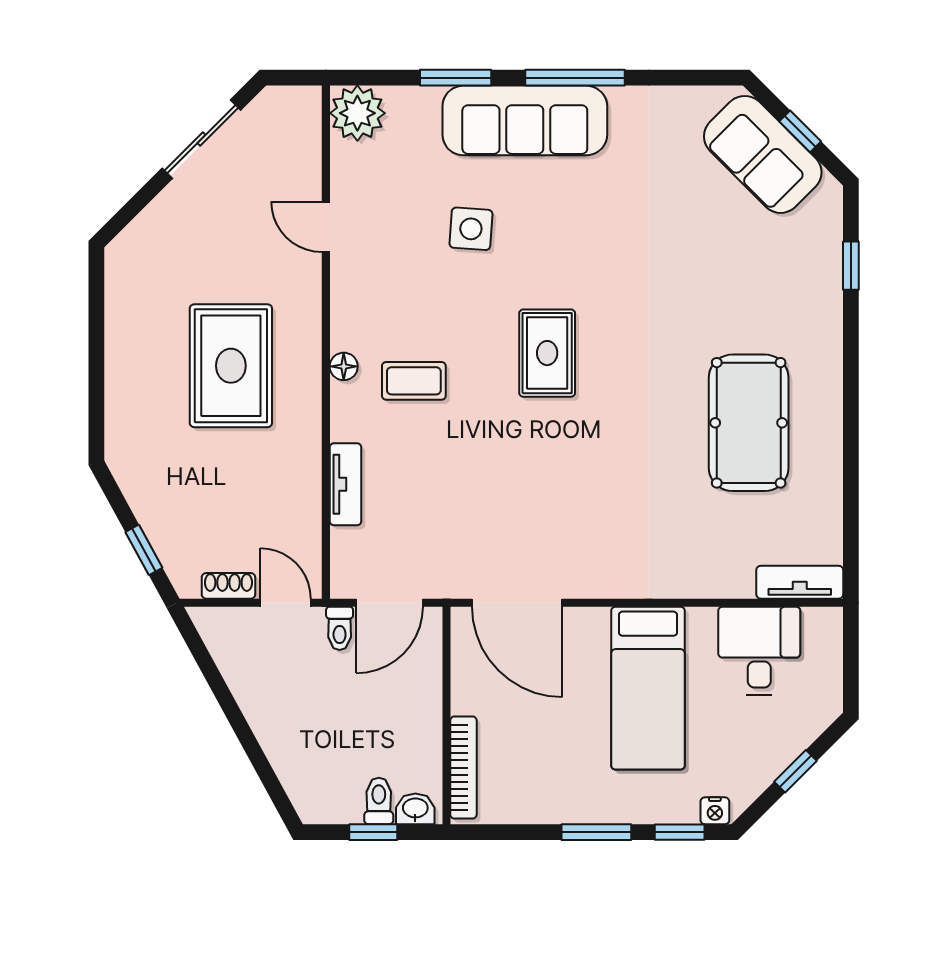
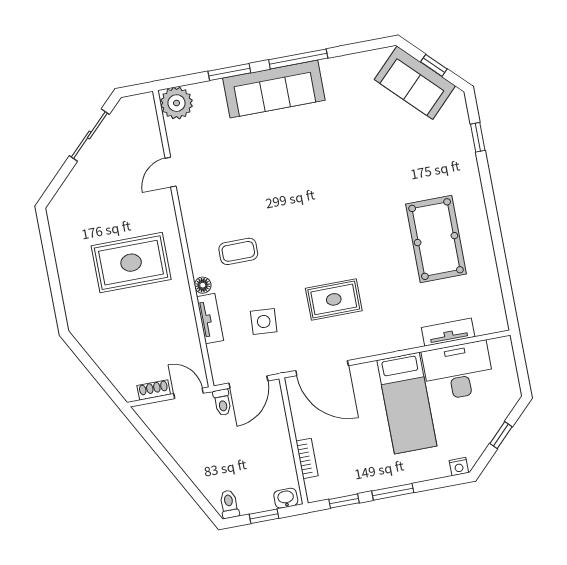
door: (326, 227) -> (171, 172), hinge flipped
side table: (471, 229) -> (264, 321), moved
rug: (547, 353) -> (334, 299), moved, turned 90
rug: (231, 366) -> (131, 263), turned 90
floor lamp: (344, 366) -> (203, 285), moved
window: (144, 550) -> (101, 378), removed
tv unit: (800, 582) -> (448, 332), moved
desk: (759, 651) -> (458, 371), width x1.37
bookcase: (463, 768) -> (307, 458), width x0.64
toilet: (379, 801) -> (229, 504), moved
window: (680, 832) -> (344, 501), moved

